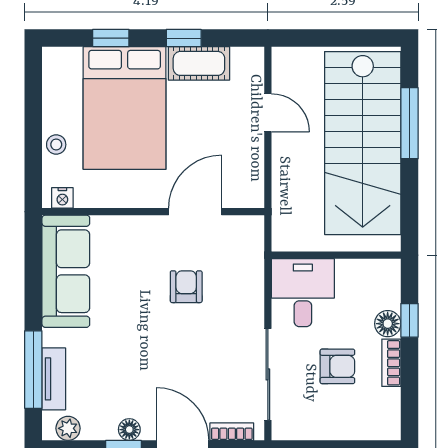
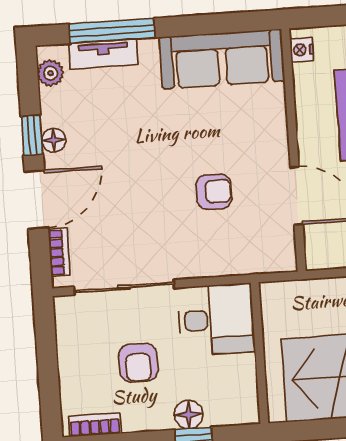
bookcase: (391, 363) -> (95, 425), moved

